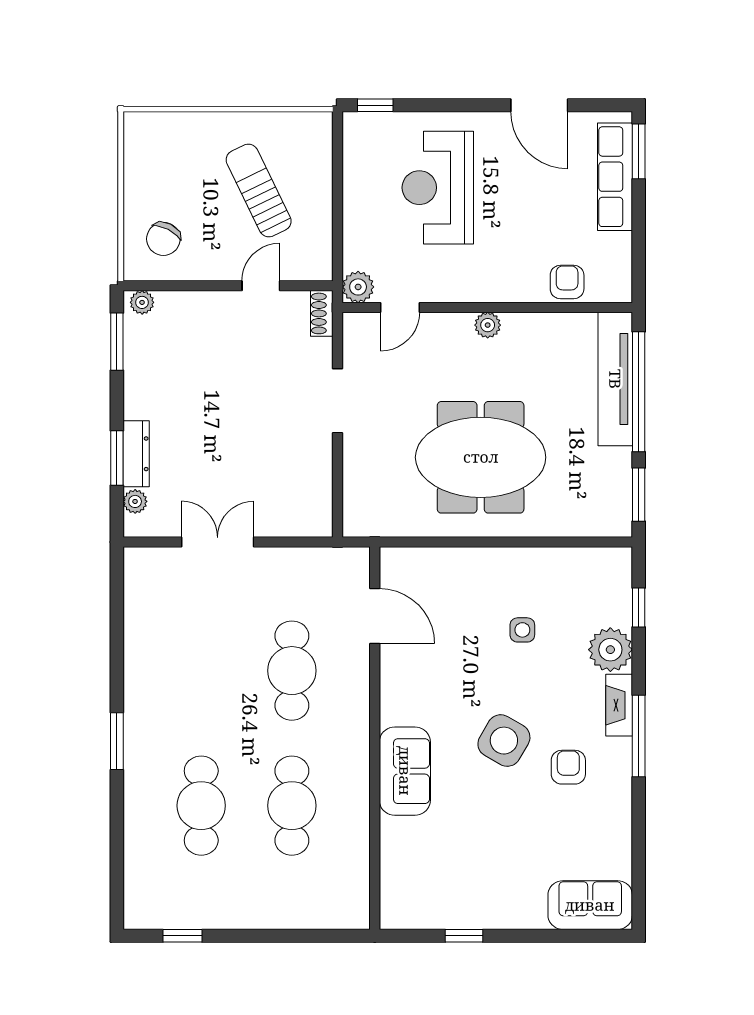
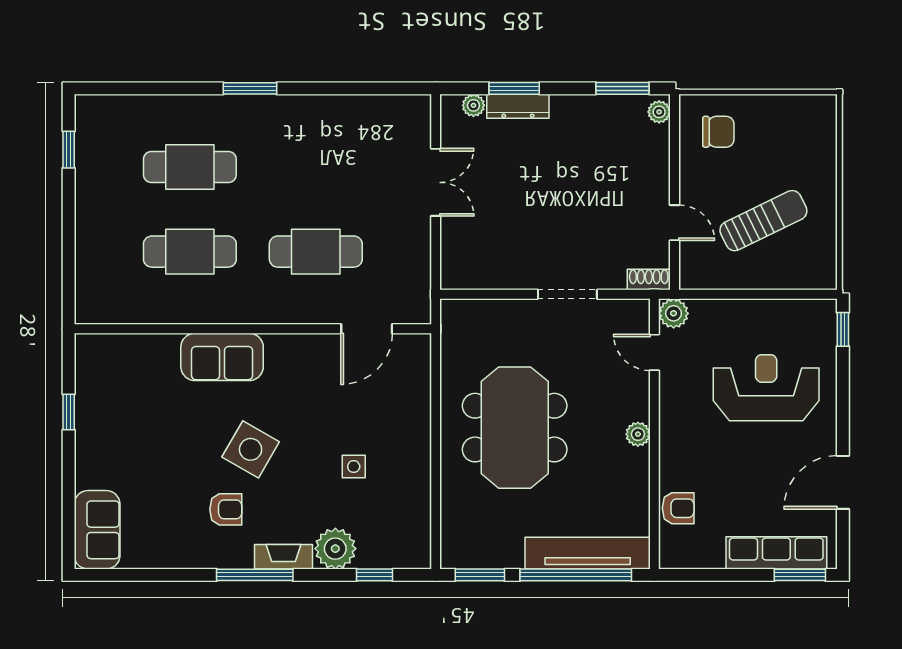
chair: (163, 239) -> (718, 132), turned 153

